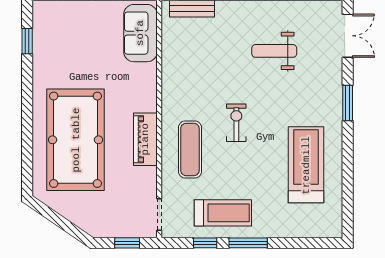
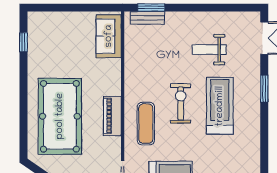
exercise bike: (236, 123) -> (181, 103), width x1.38, depth x1.39
treadmill: (306, 165) -> (220, 106), moved

